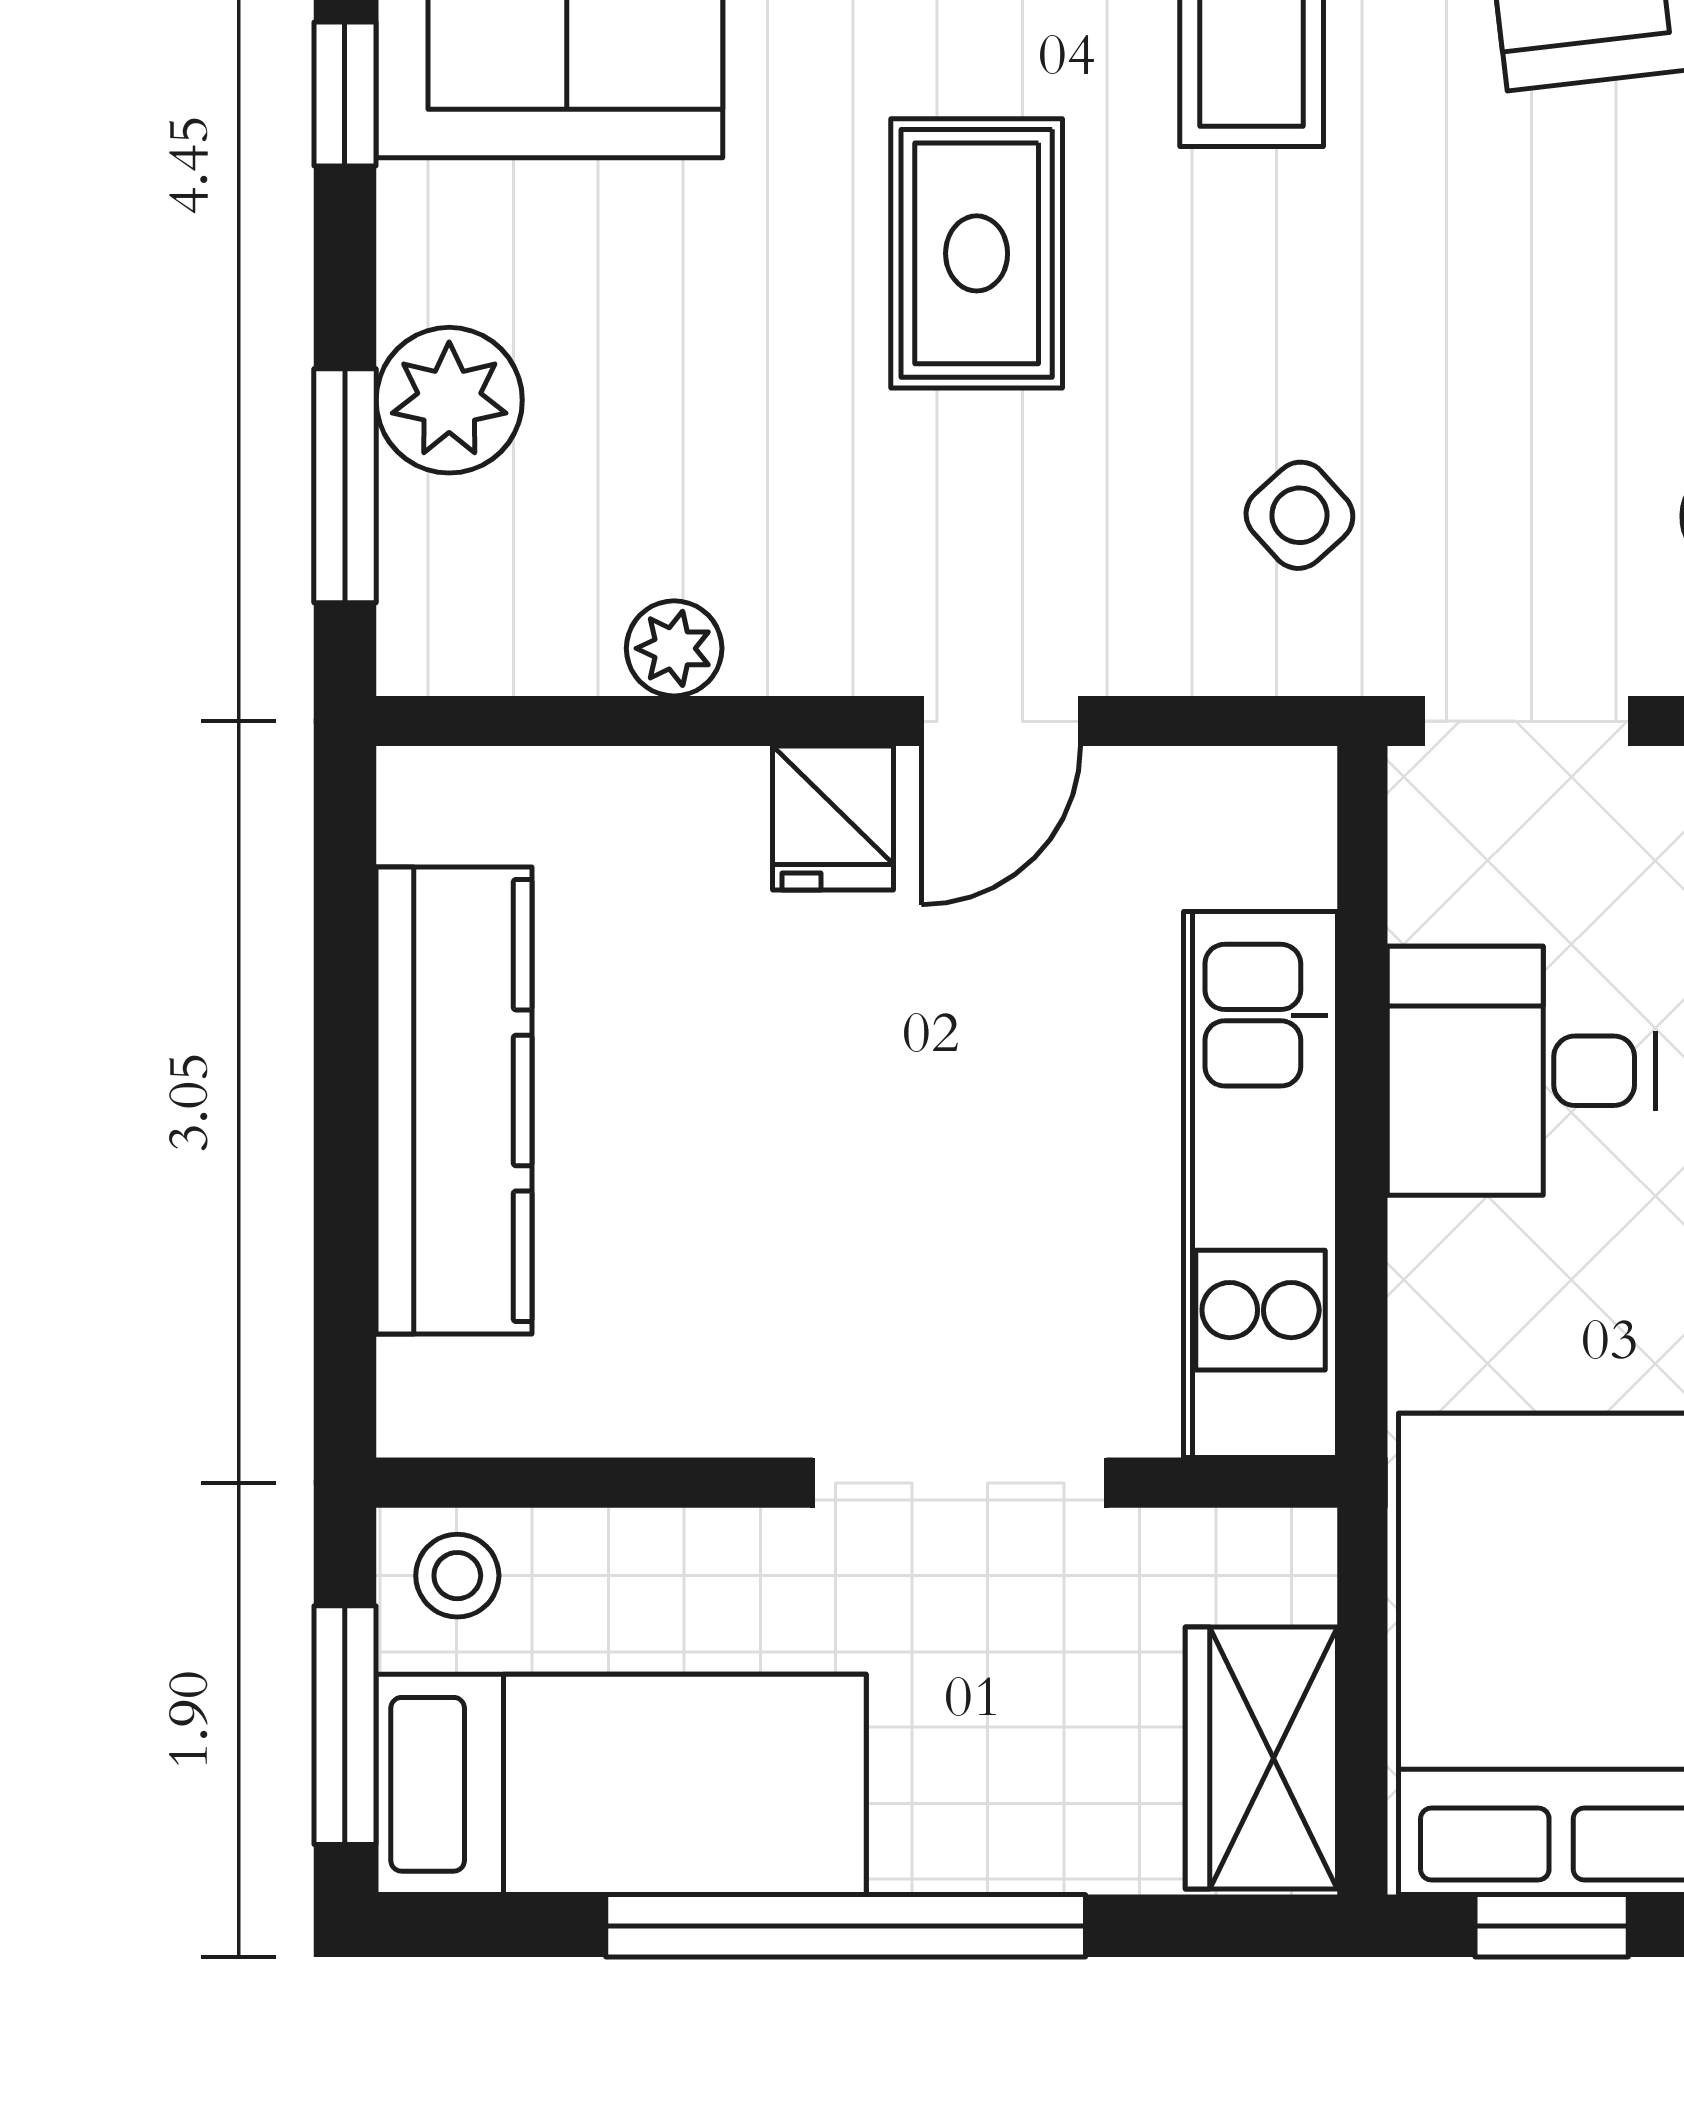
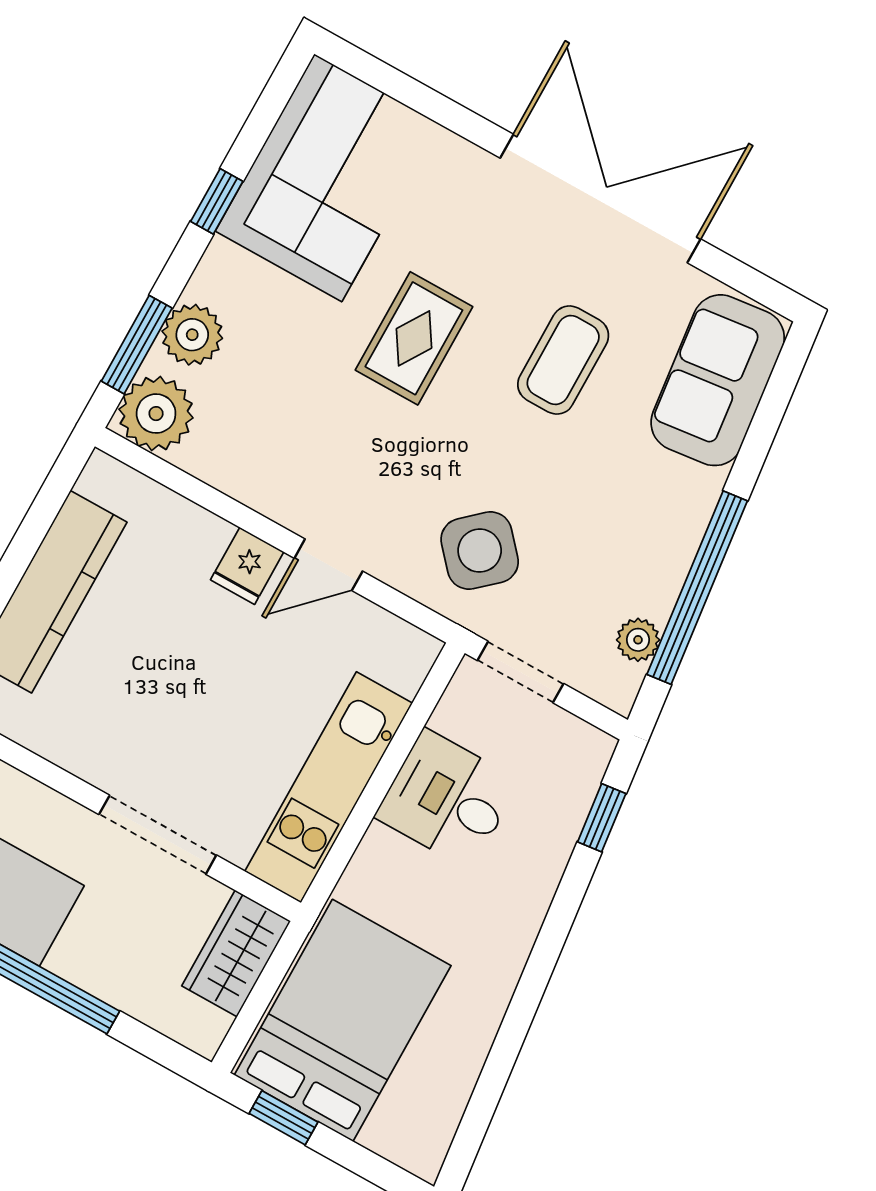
rug: (977, 253) -> (414, 338), moved
side table: (1299, 515) -> (480, 551), width x1.87, depth x1.87
plant: (674, 648) -> (156, 414), moved, width x1.88, depth x1.88
wardrobe: (1261, 1758) -> (236, 953), moved

